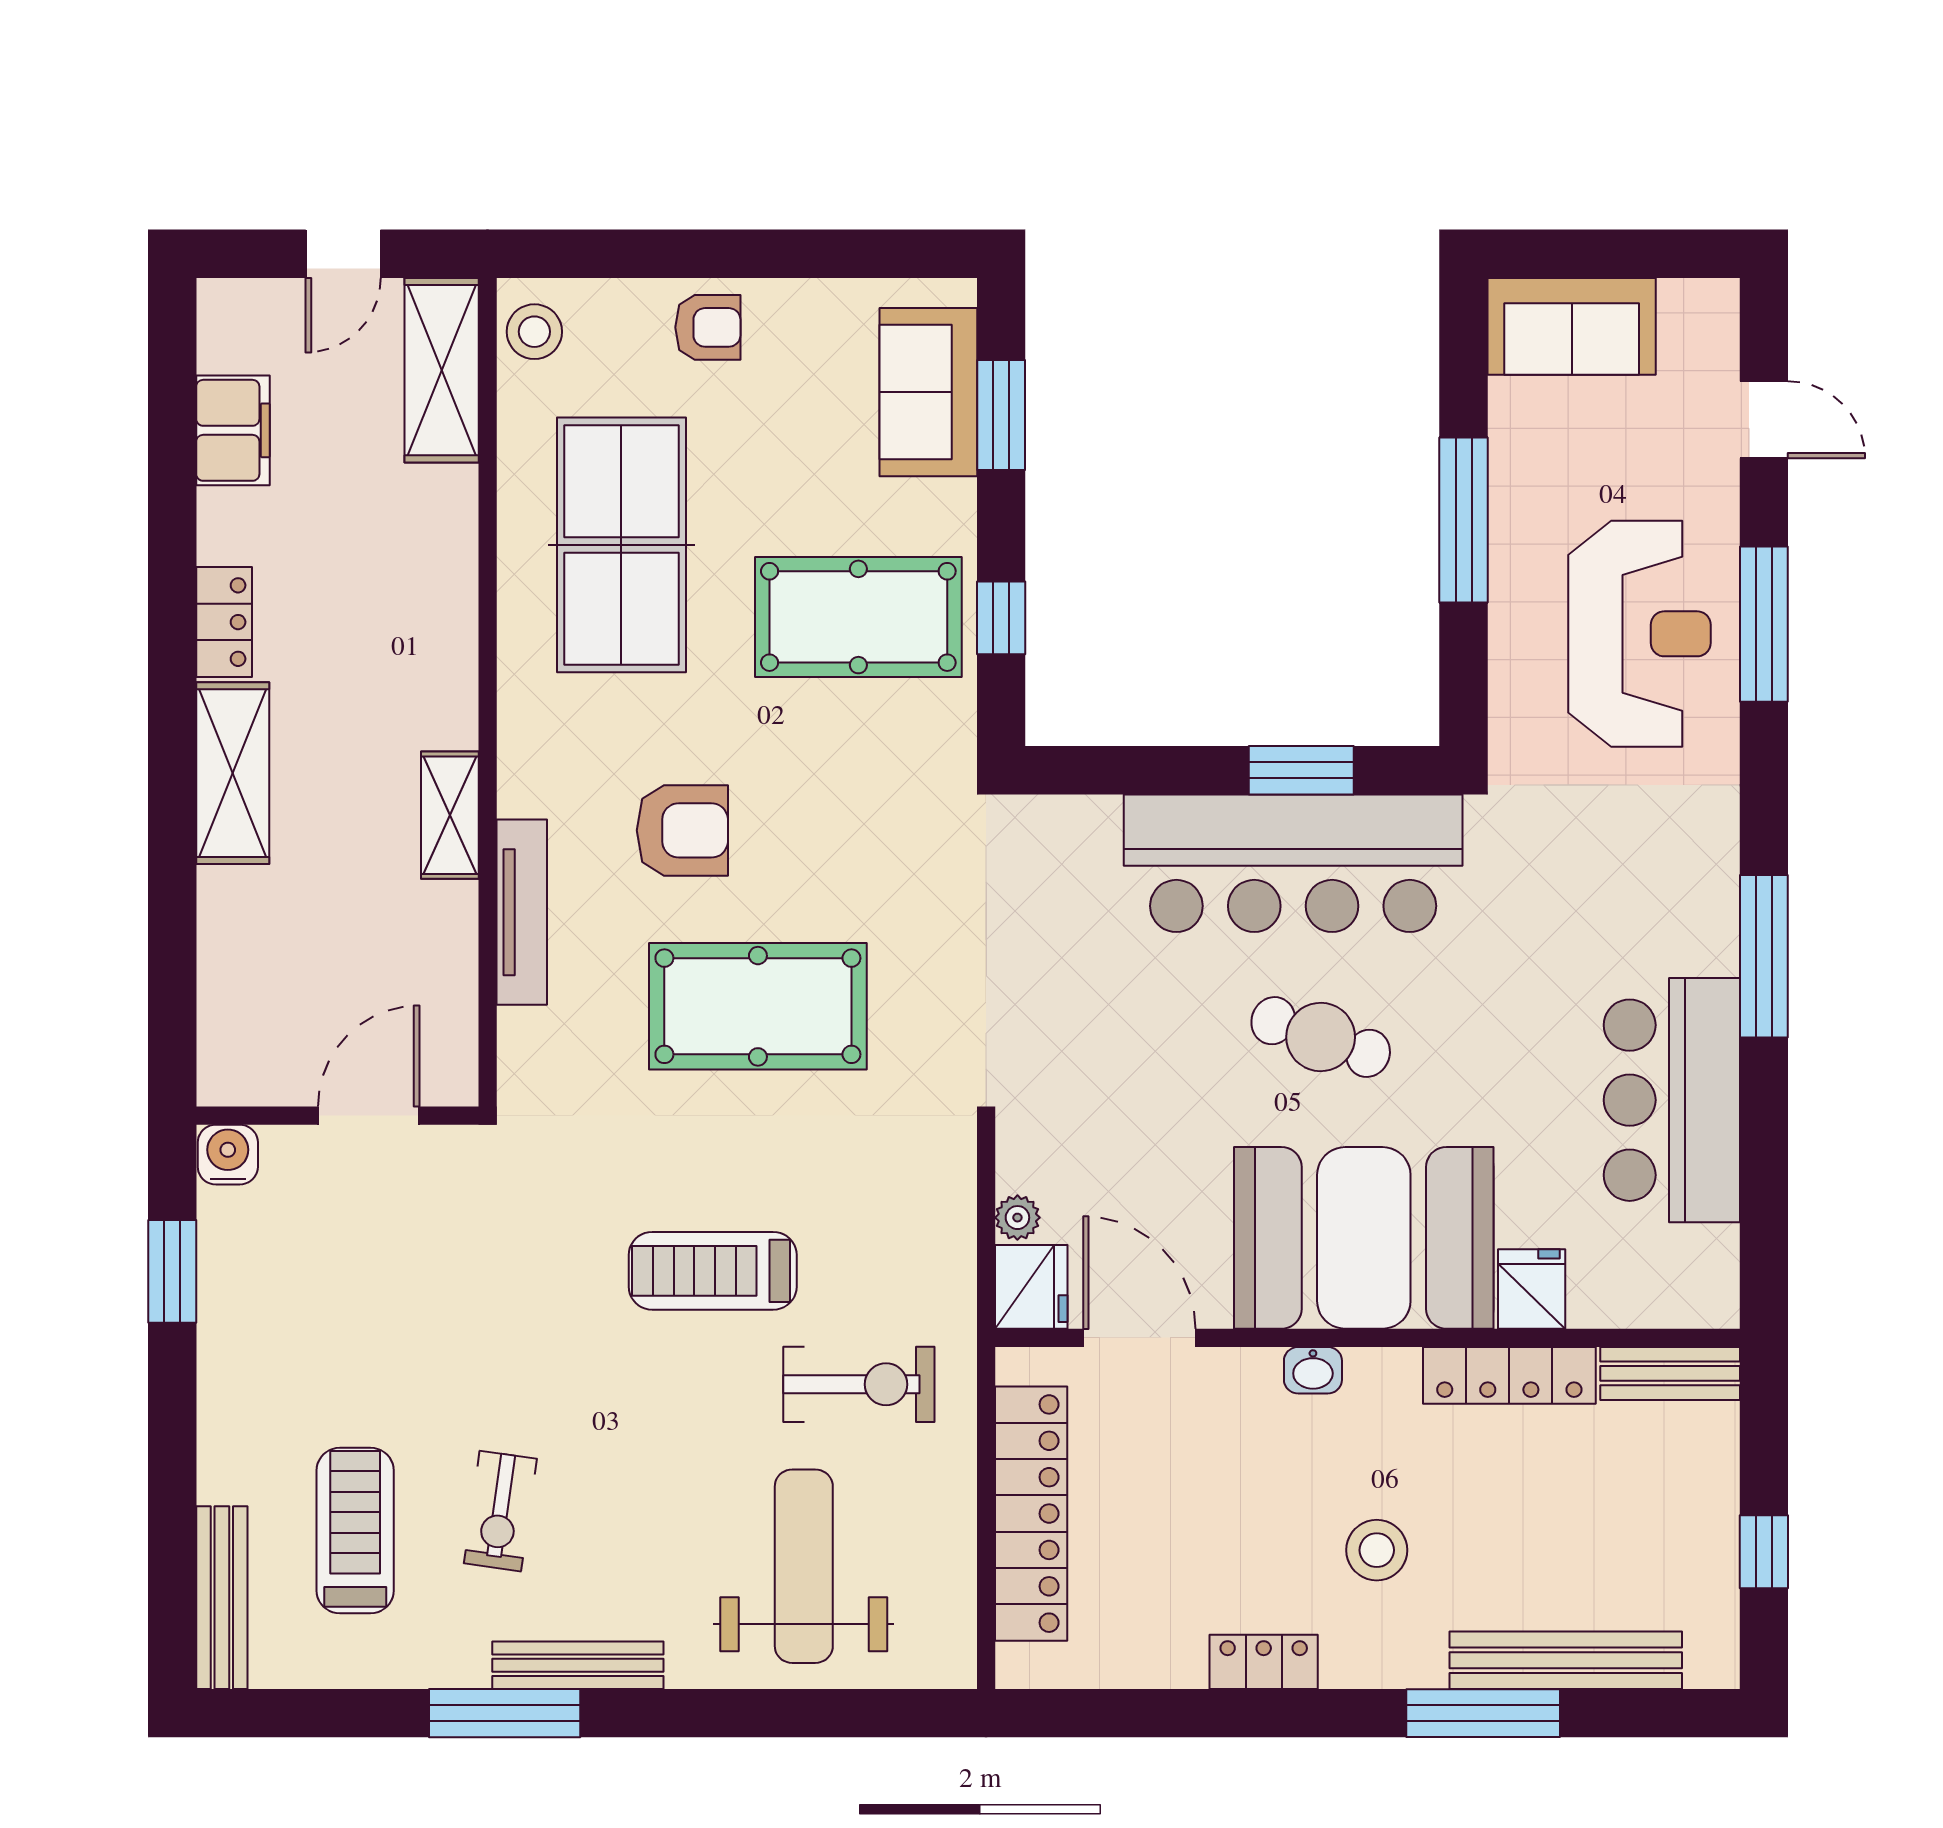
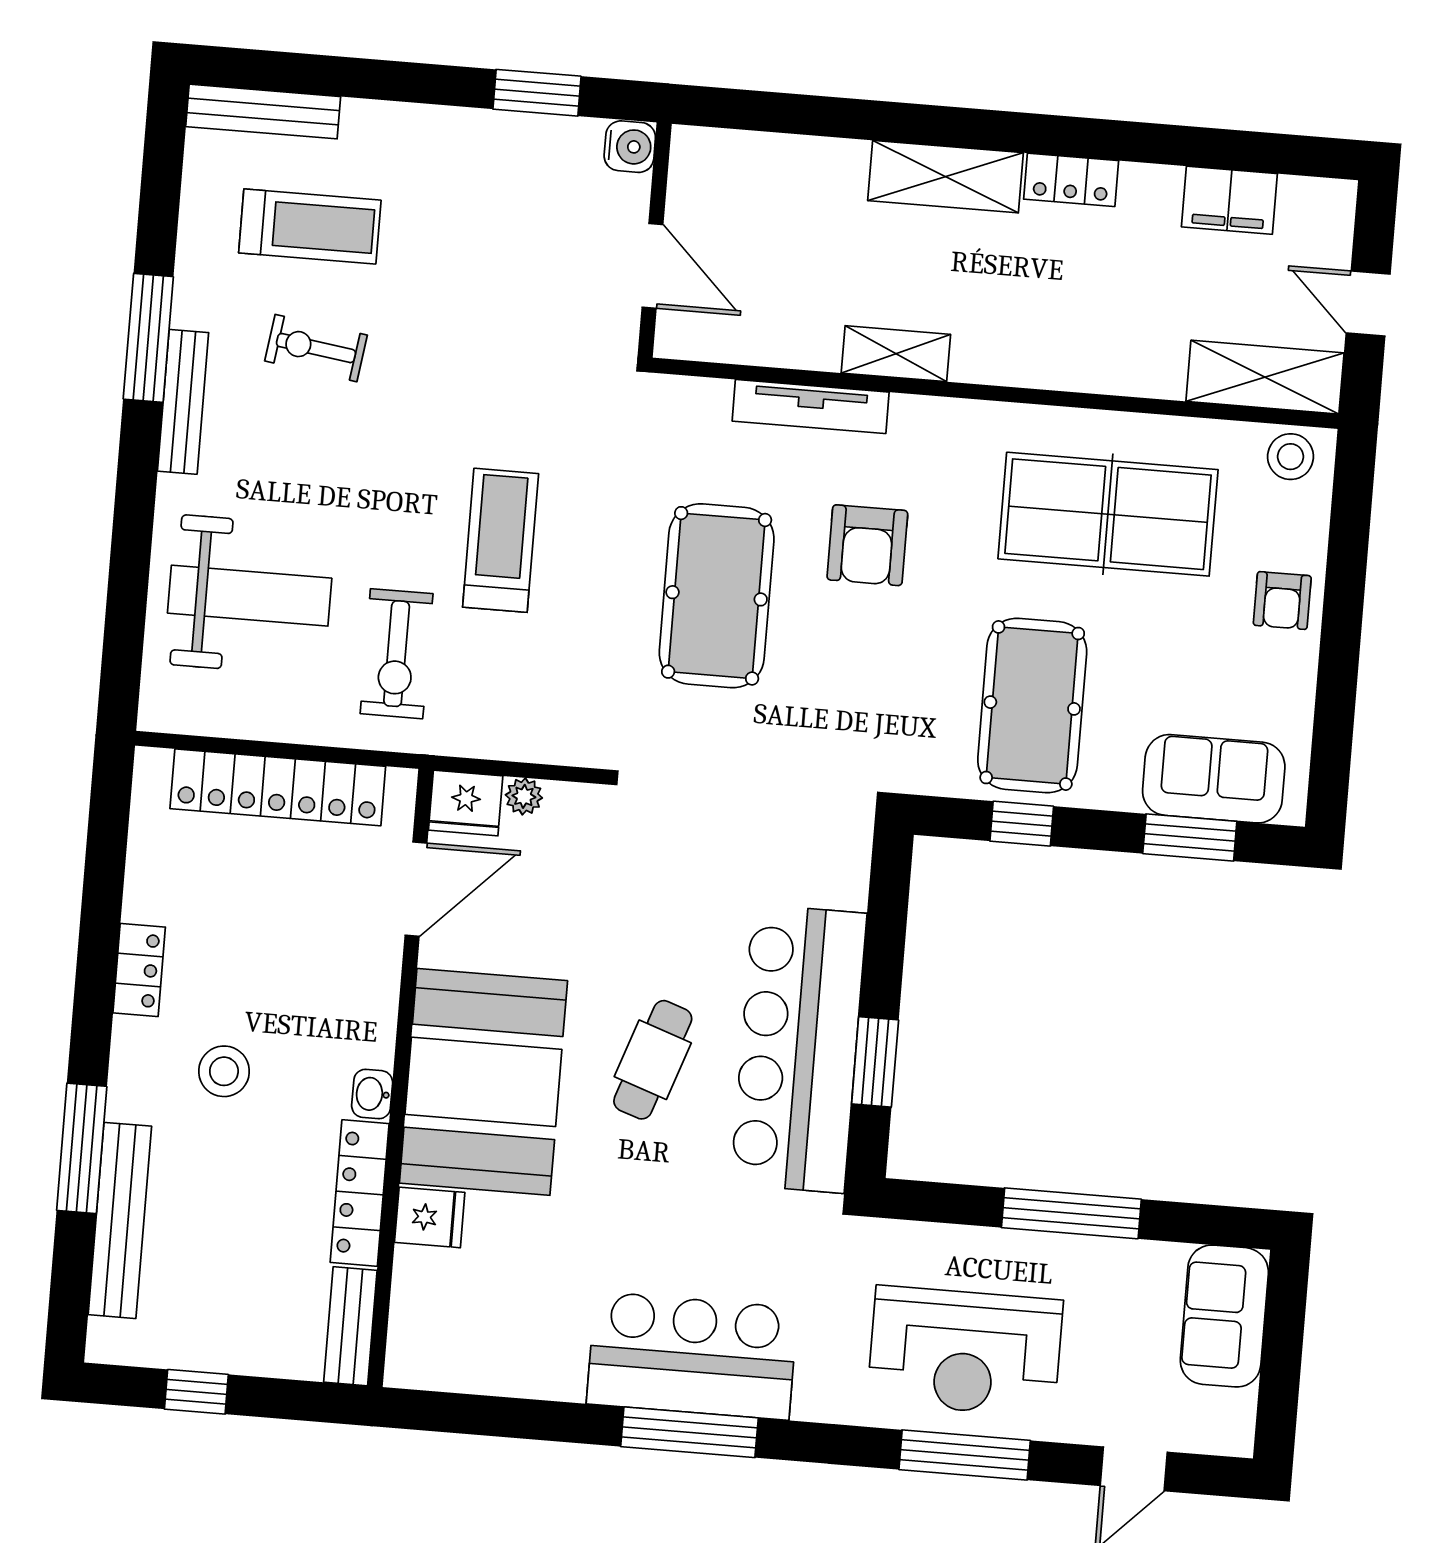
bar counter: (1672, 1100) -> (692, 1356), moved
washbasin: (1313, 1370) -> (372, 1094), moved

